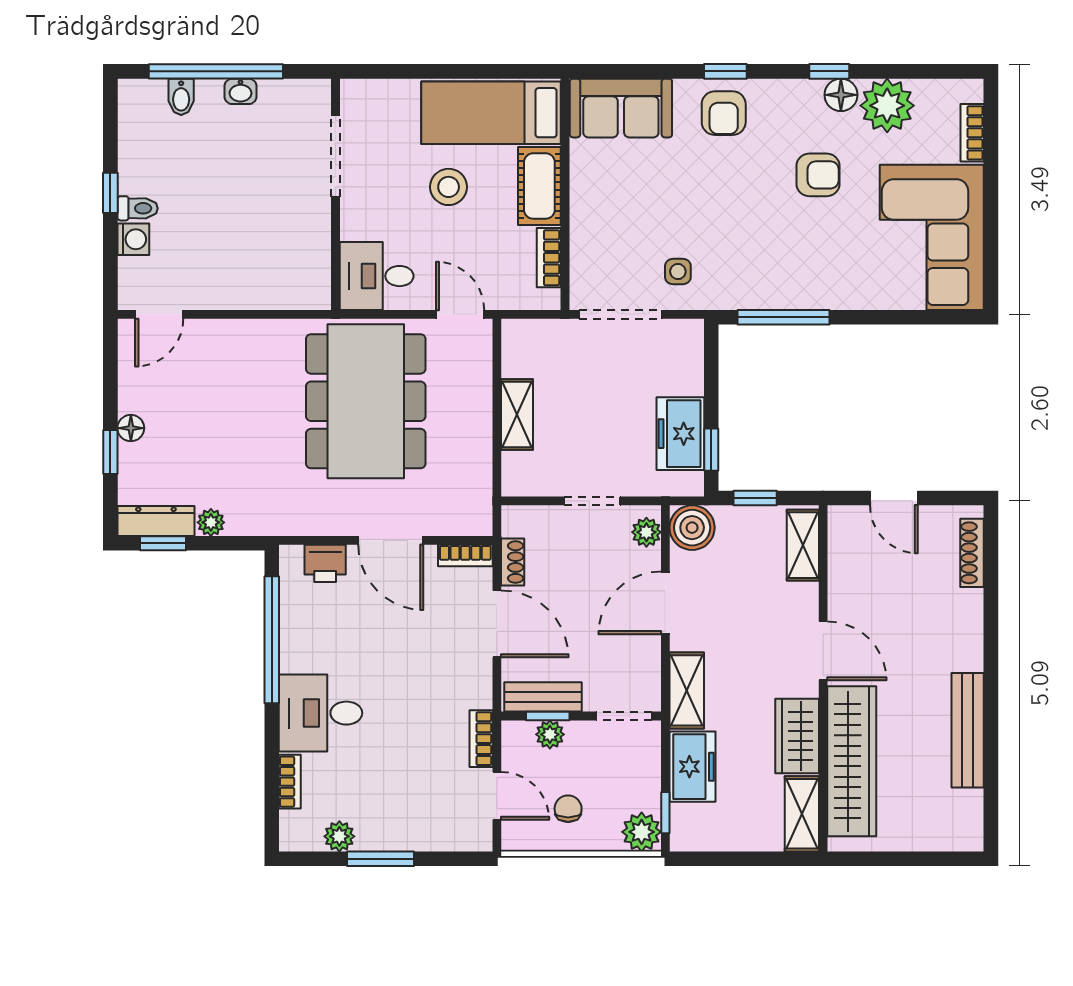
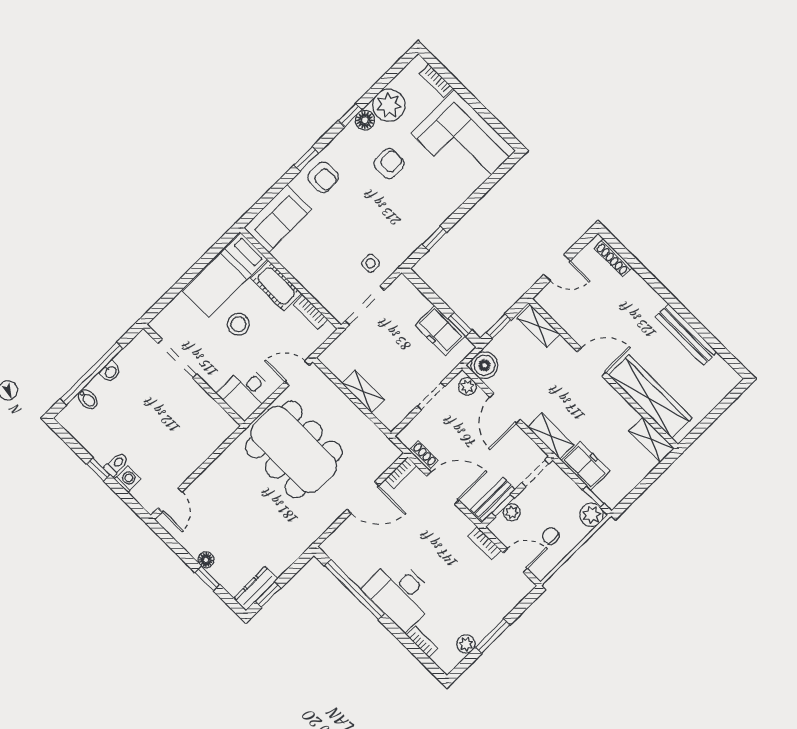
window: (783, 317) -> (434, 238), width x0.46
plant: (211, 522) -> (280, 566), removed
printer: (325, 563) -> (345, 535), removed
desk: (321, 713) -> (400, 594), width x1.37
wardrobe: (797, 736) -> (617, 409), removed

